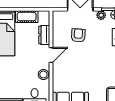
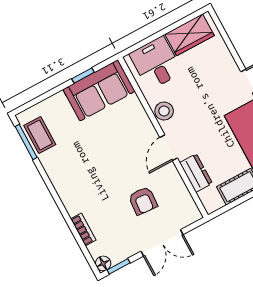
plant: (101, 15) -> (124, 251), removed

